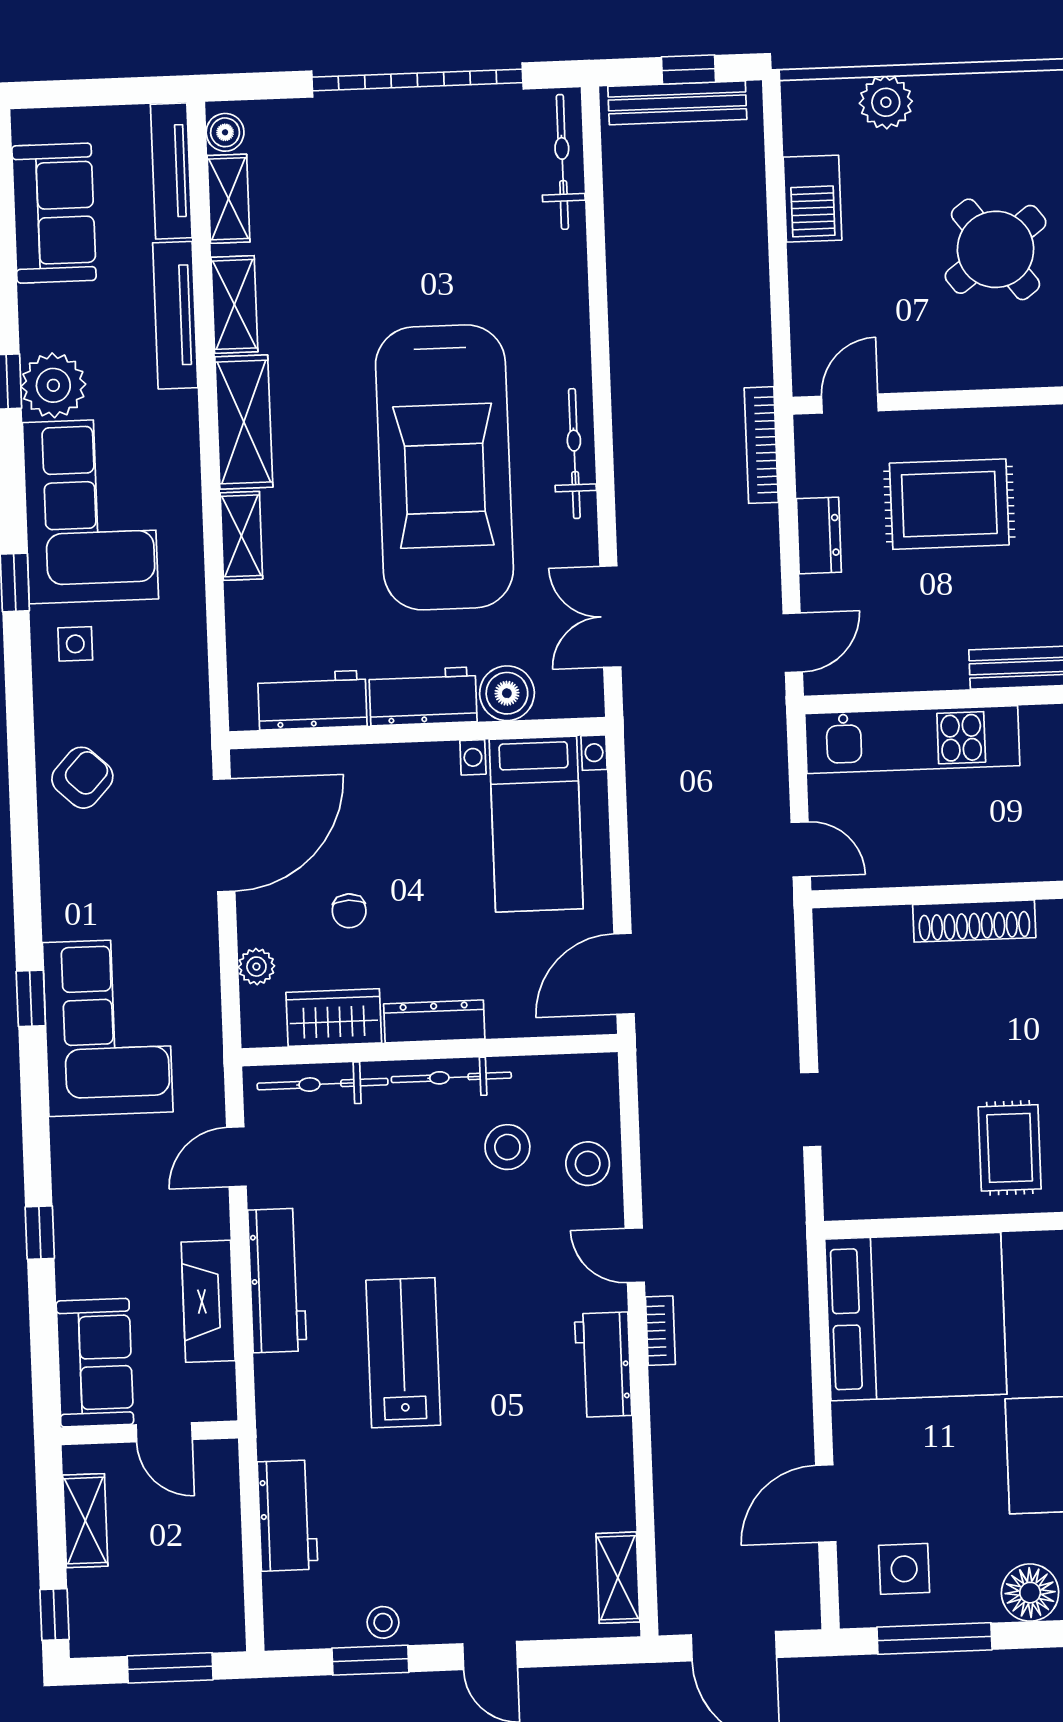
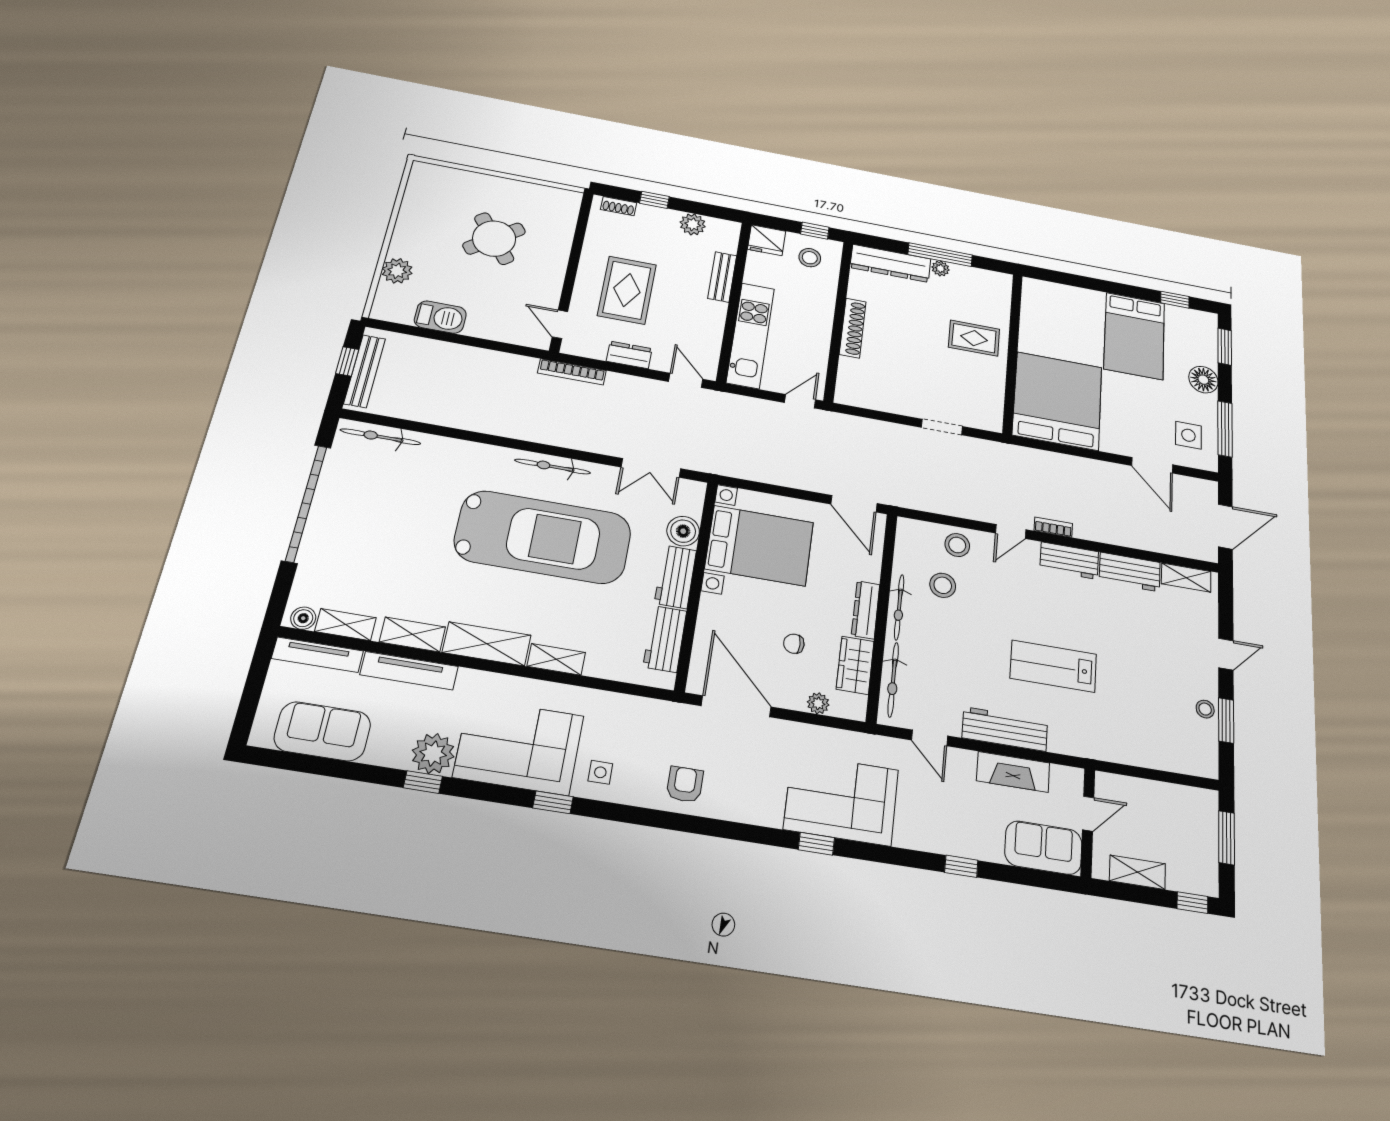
armchair: (82, 778) -> (685, 784), turned 47
bed with nightstands: (536, 824) -> (759, 546), width x1.36
chair: (349, 911) -> (794, 644), turned 180
workbench: (288, 1516) -> (1130, 572), moved, turned 180

